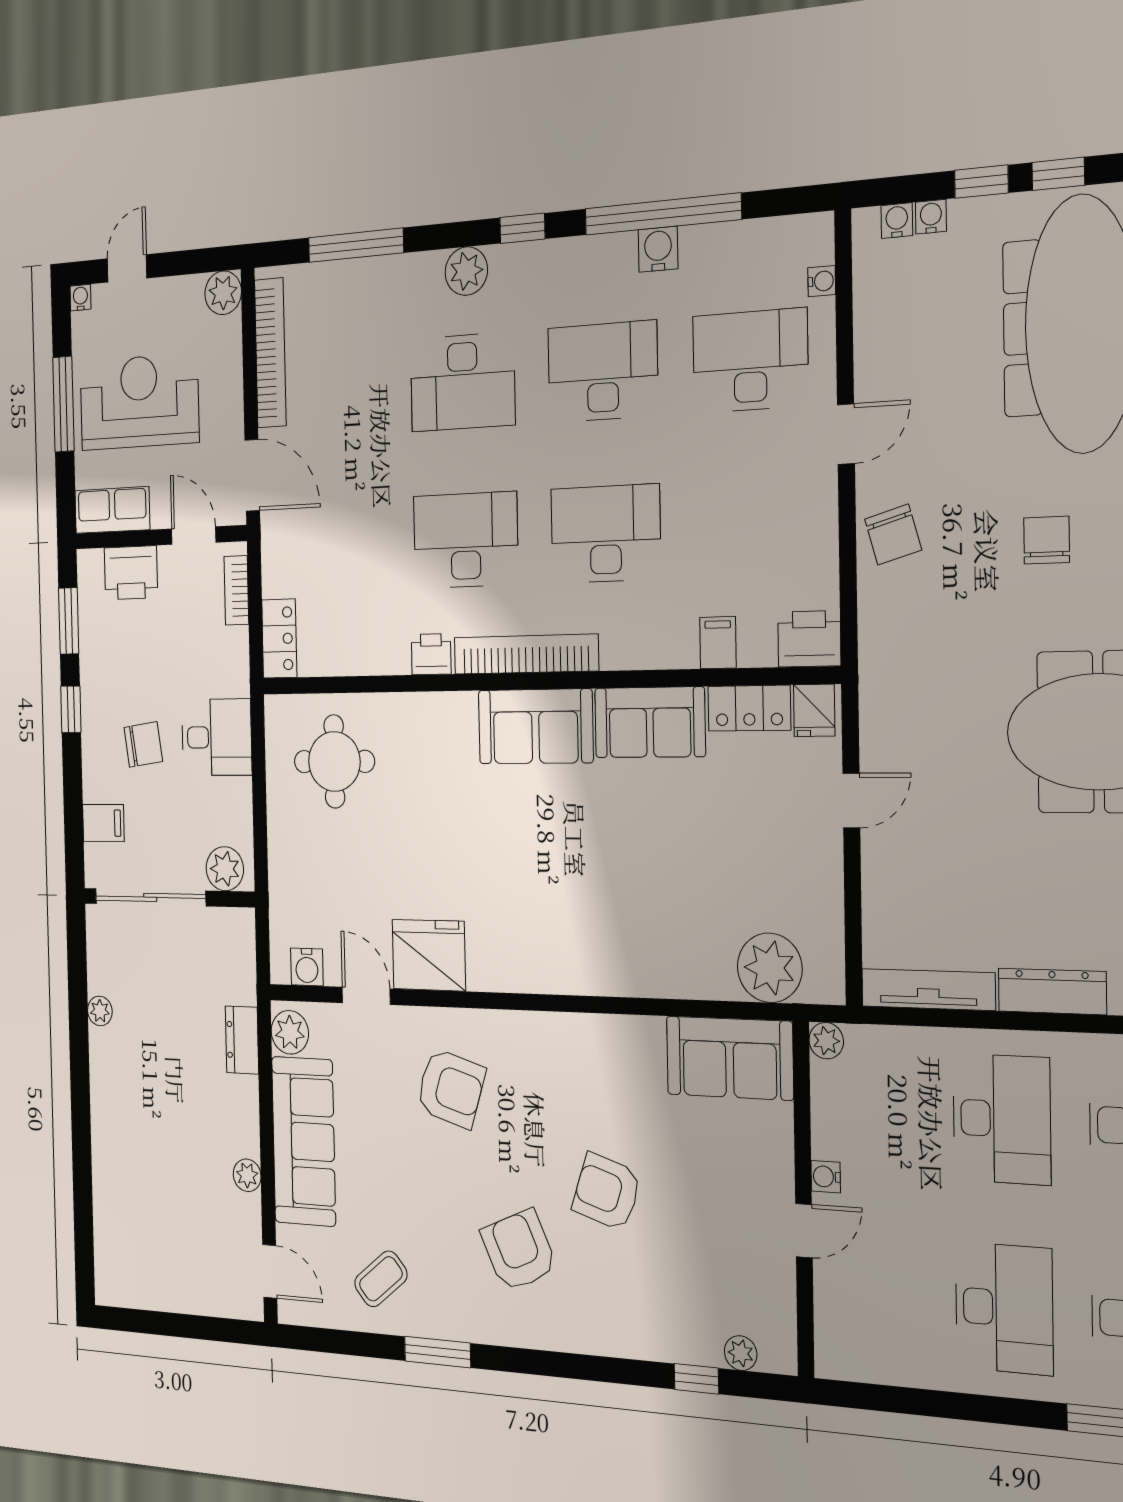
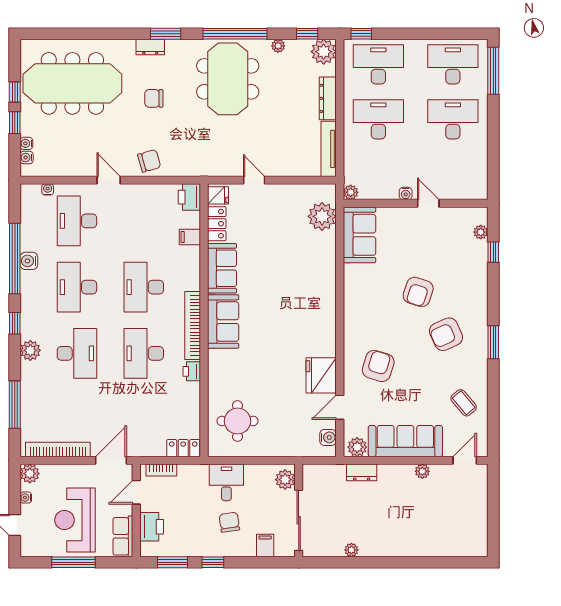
water cooler: (80, 298) -> (26, 498), moved
window: (438, 1352) -> (493, 342), moved

